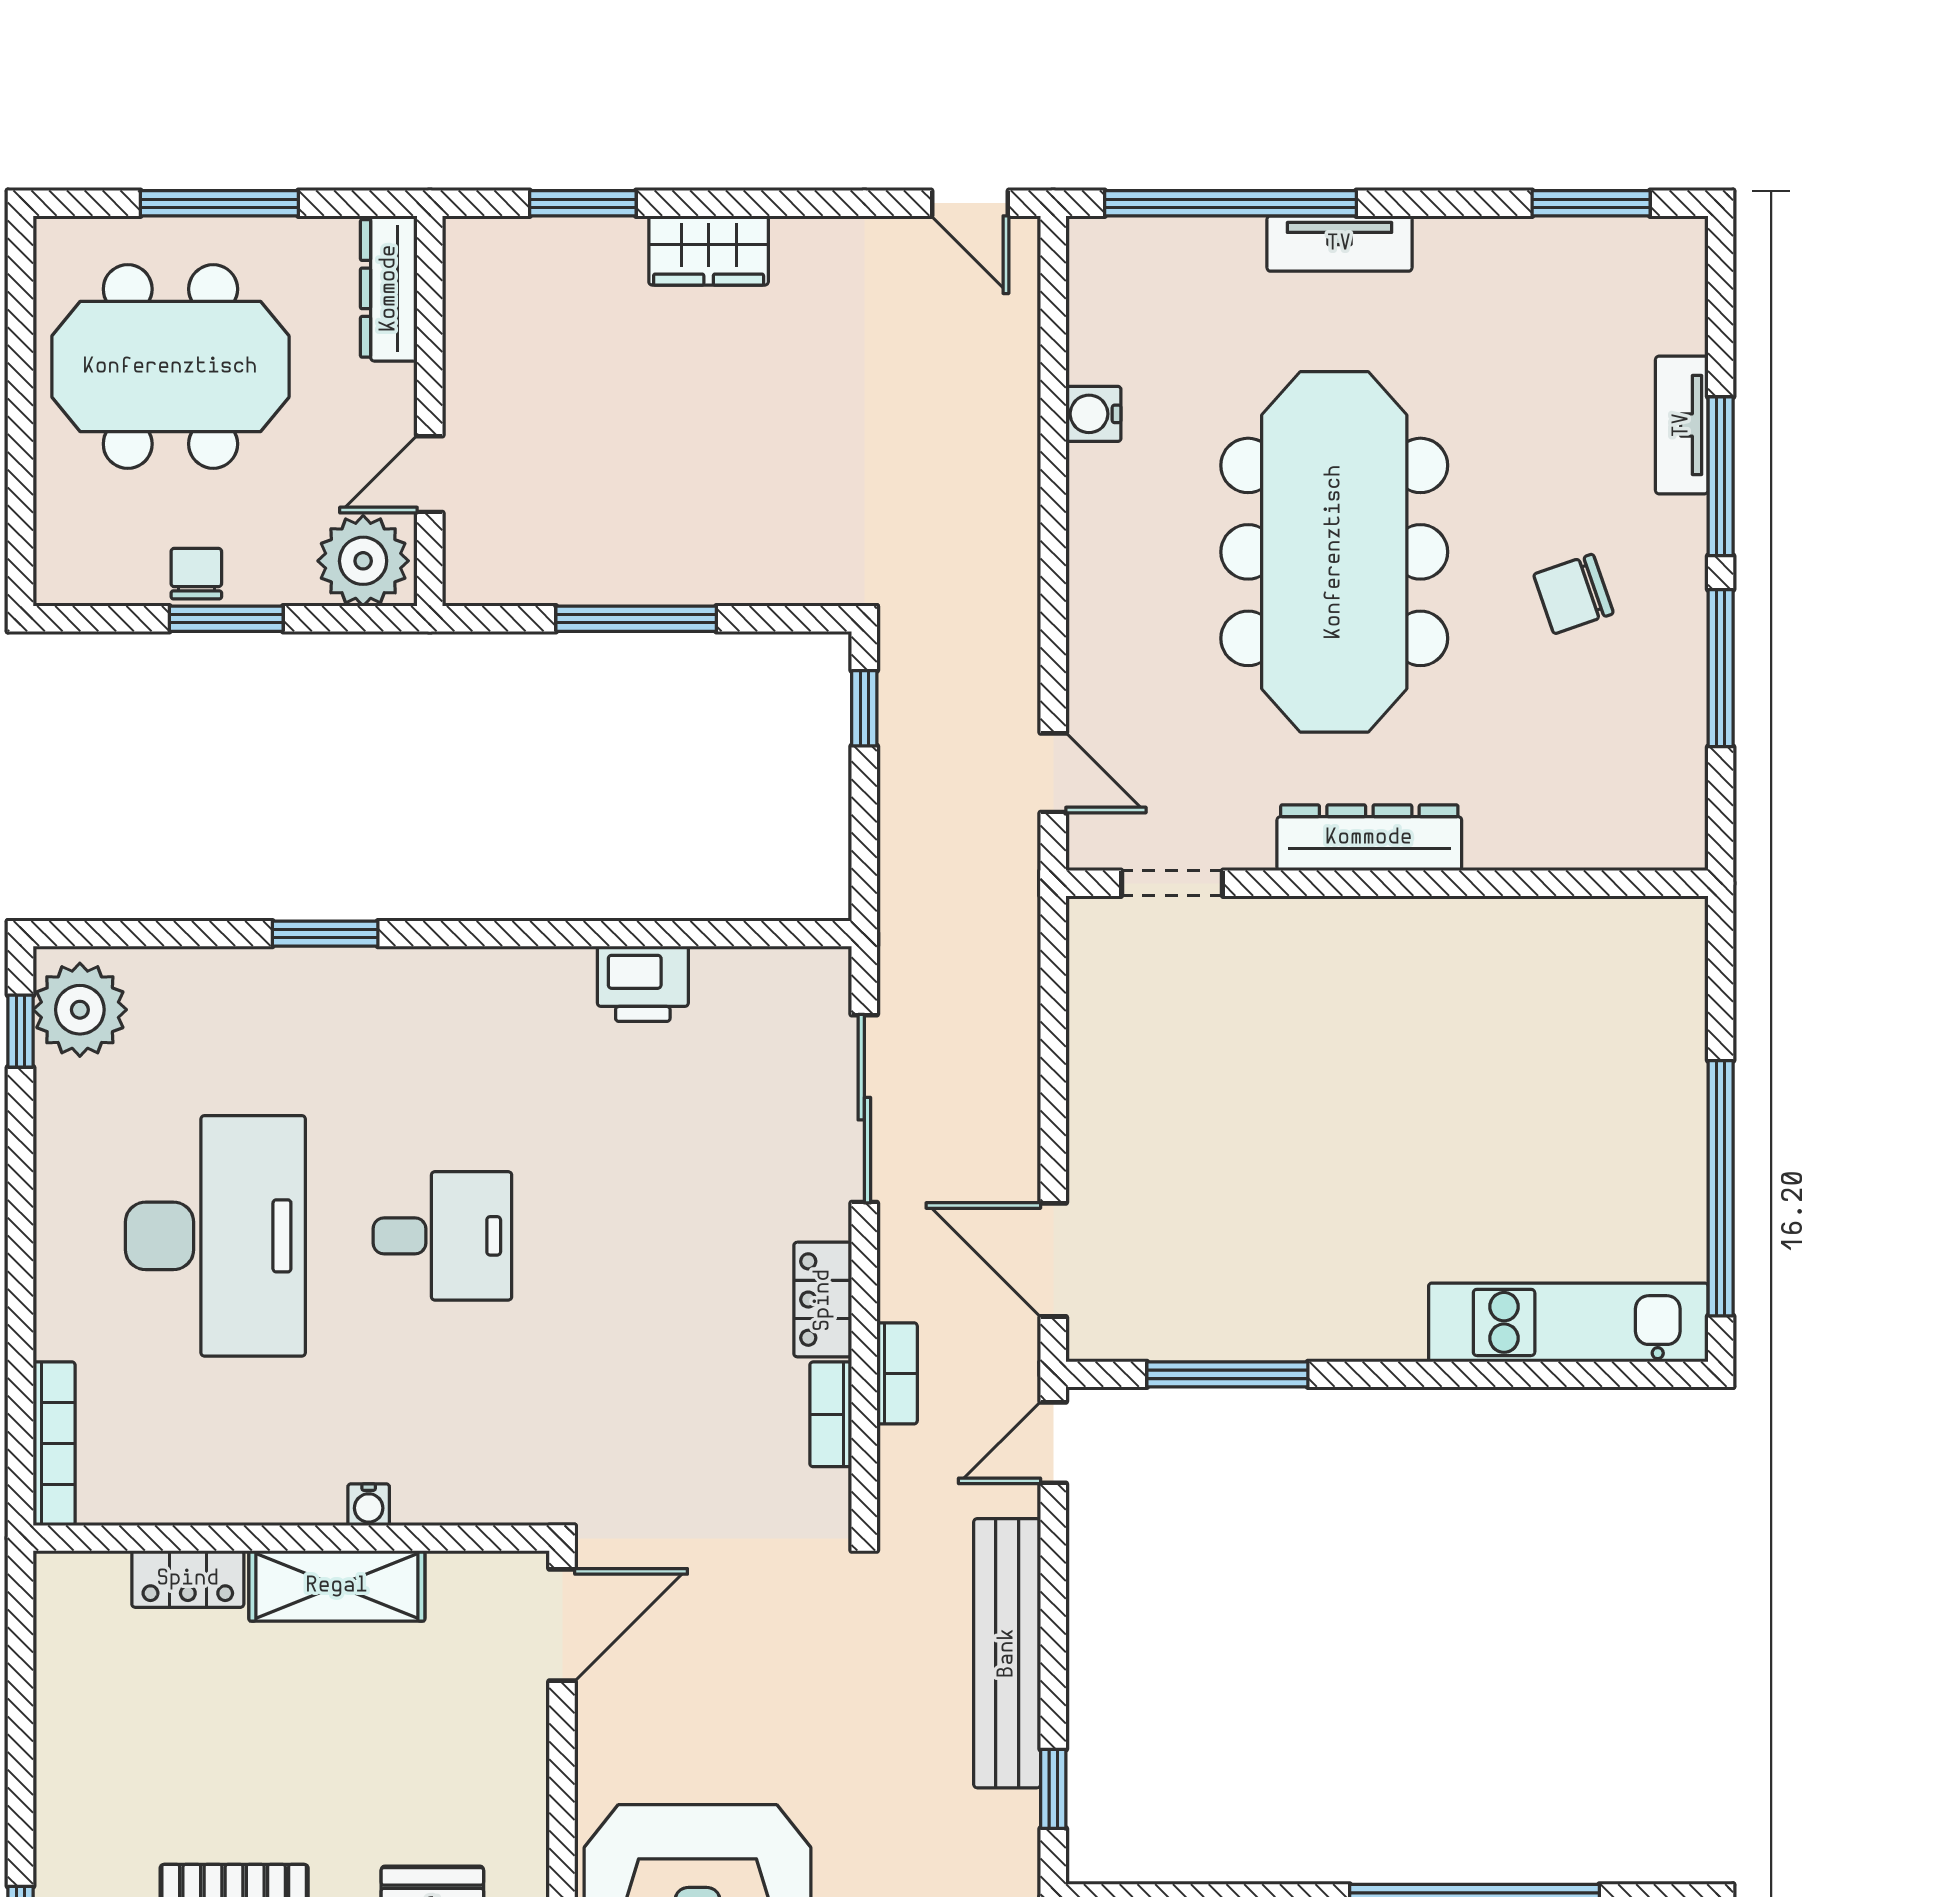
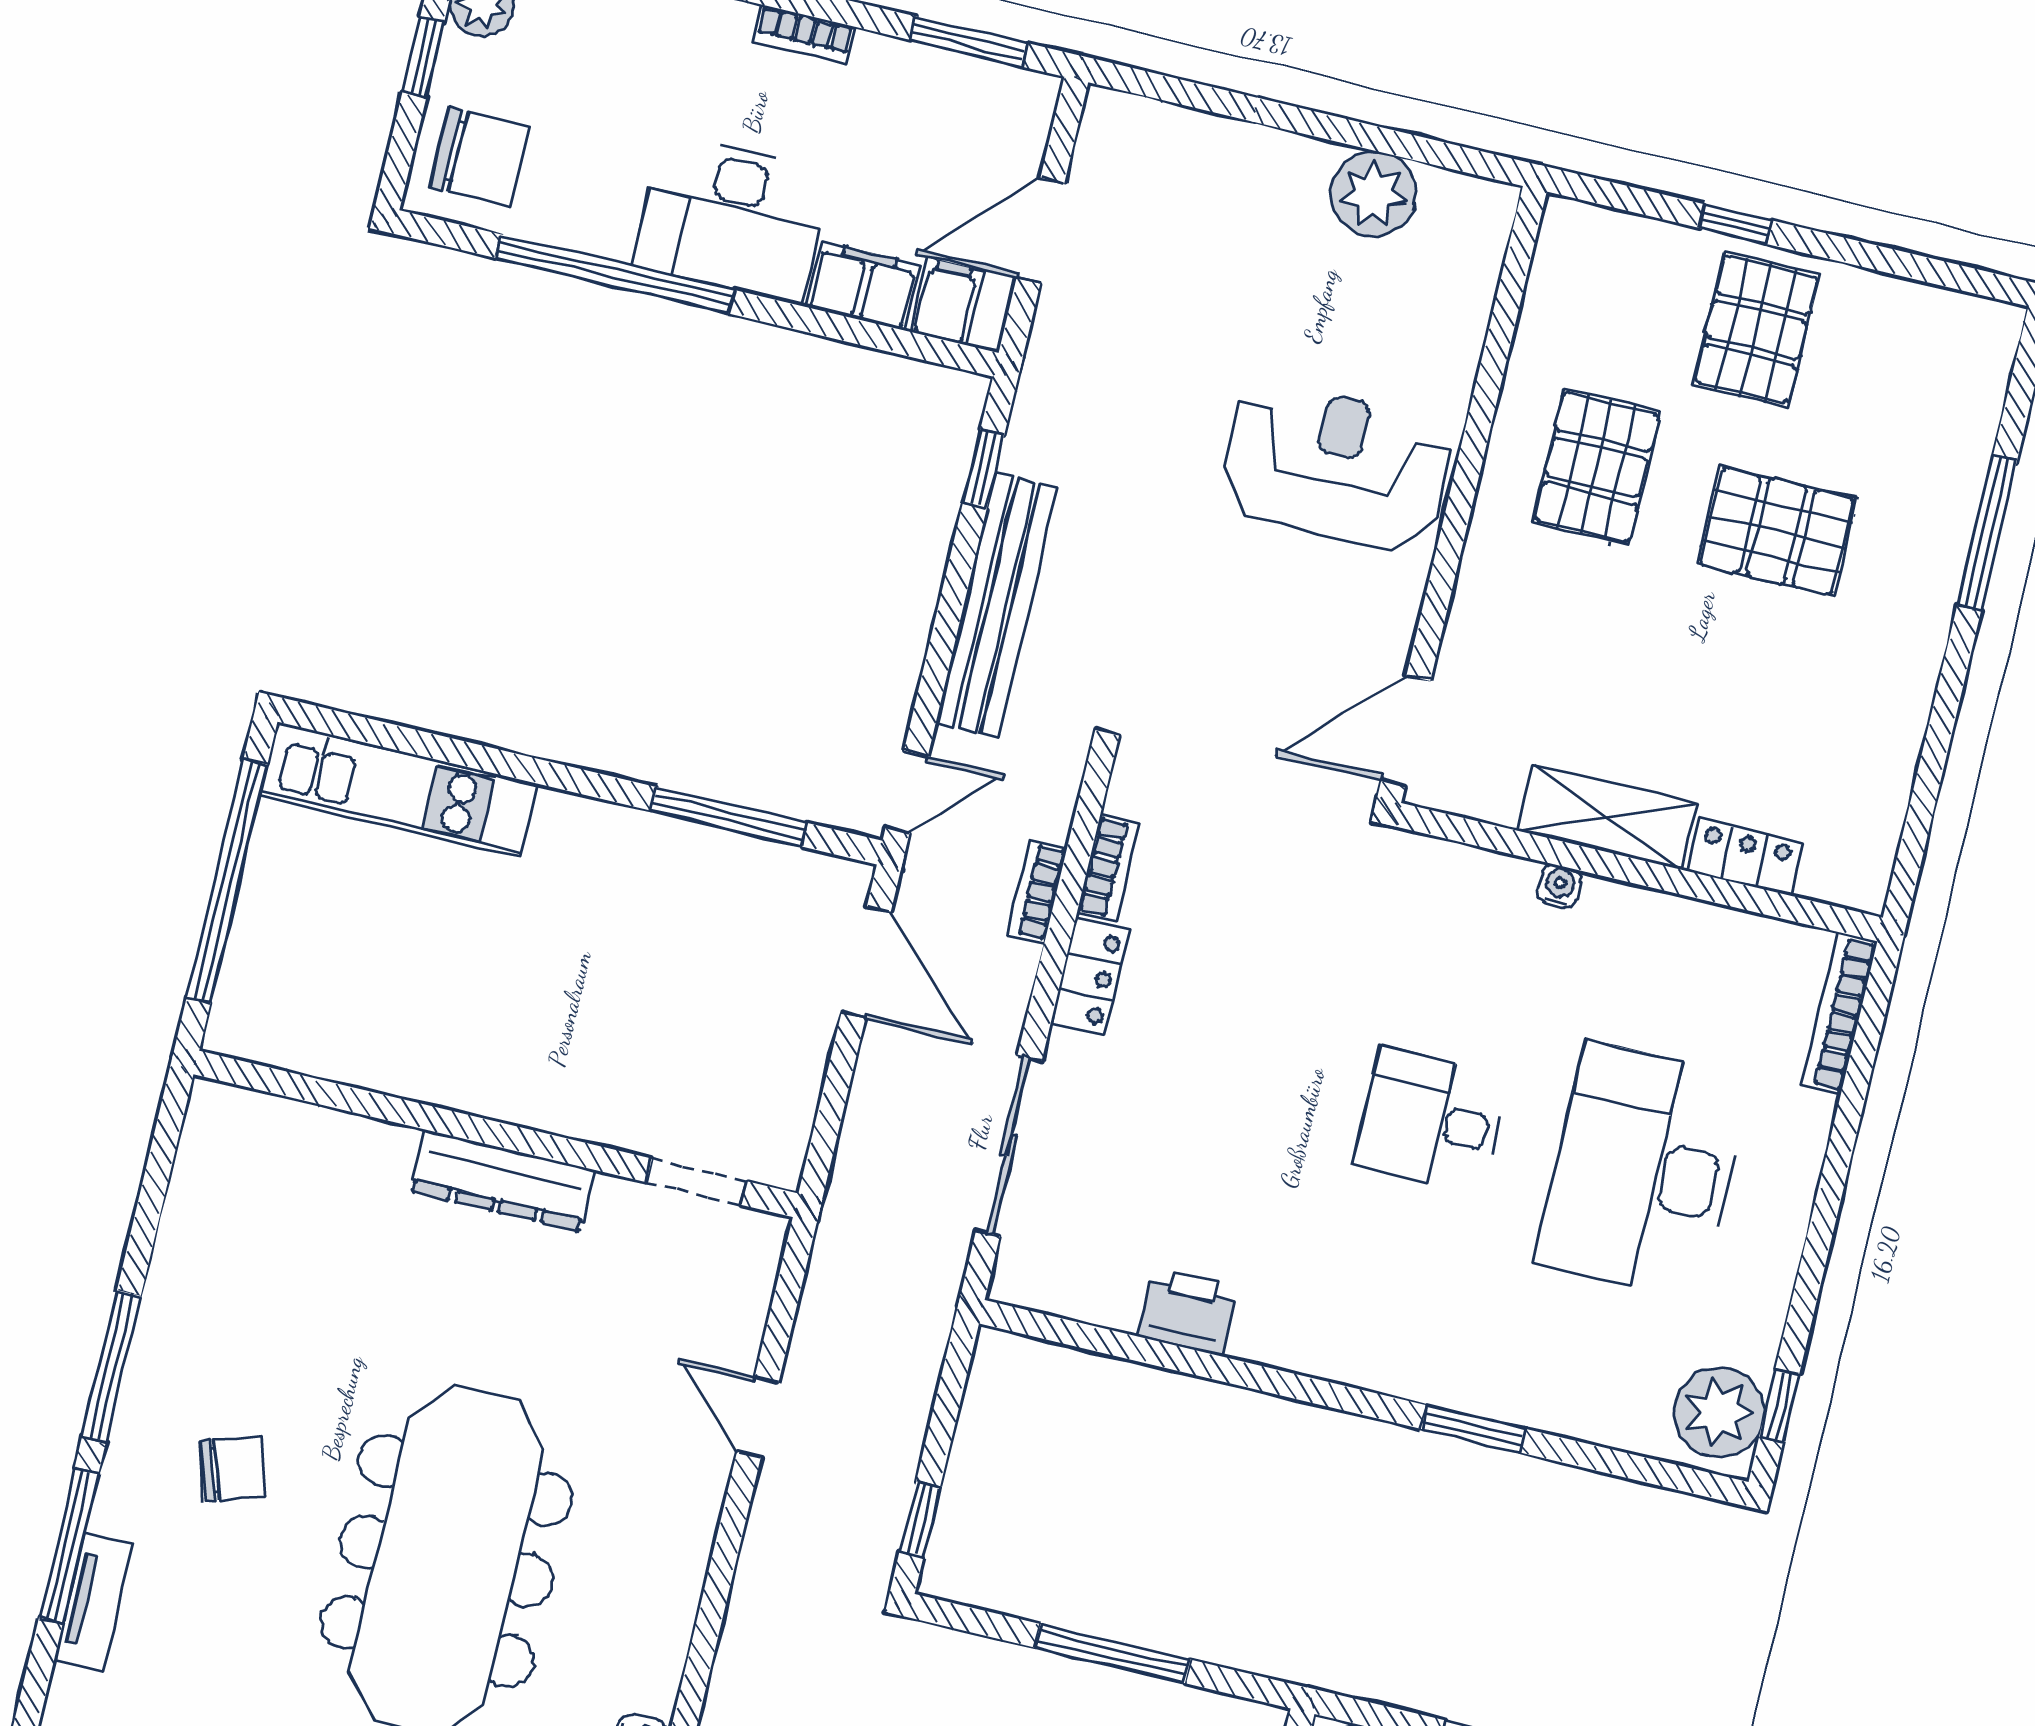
dresser: (1369, 838) -> (502, 1180), moved
doorway: (1172, 883) -> (697, 1182), moved
wall: (1387, 883) -> (496, 1134), moved

